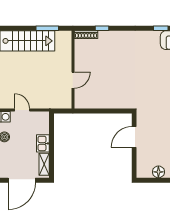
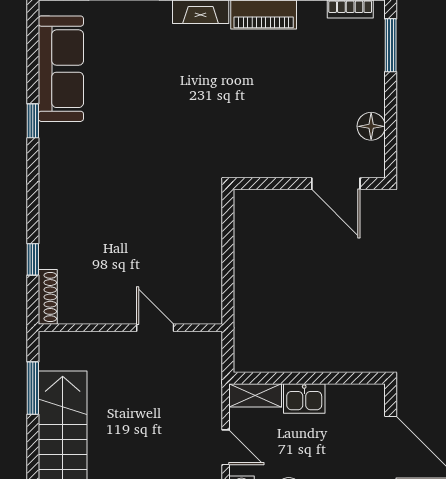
door: (22, 110) -> (226, 447), swing flipped
door: (134, 137) -> (336, 184), moved
shelving: (44, 164) -> (255, 395), moved

